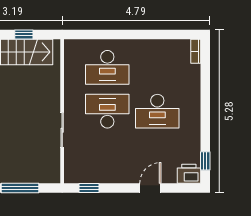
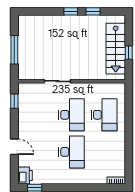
desk: (107, 67) -> (104, 115), turned 180
desk: (157, 111) -> (72, 152), turned 180

